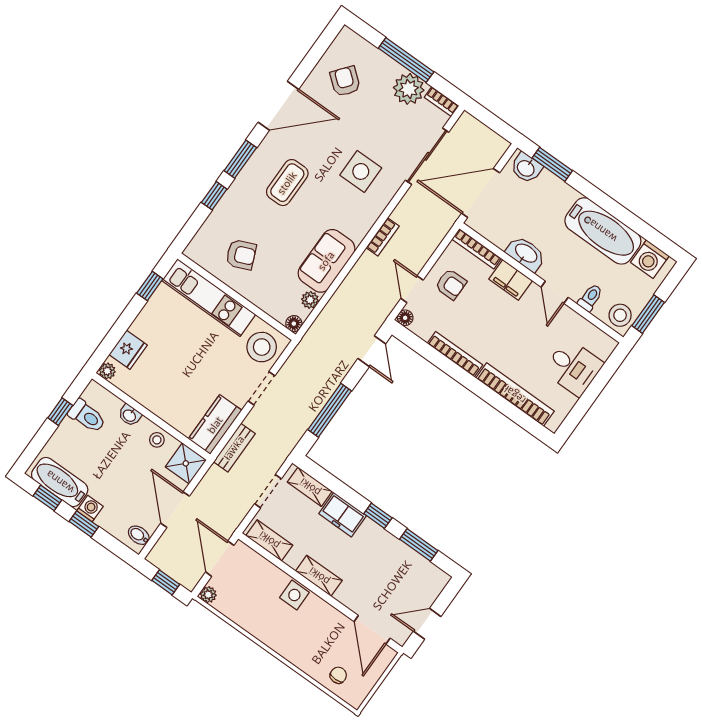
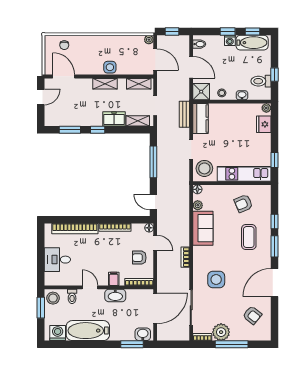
coffee table: (287, 183) -> (249, 237), moved
filing cabinet: (511, 280) -> (114, 279), width x0.50

